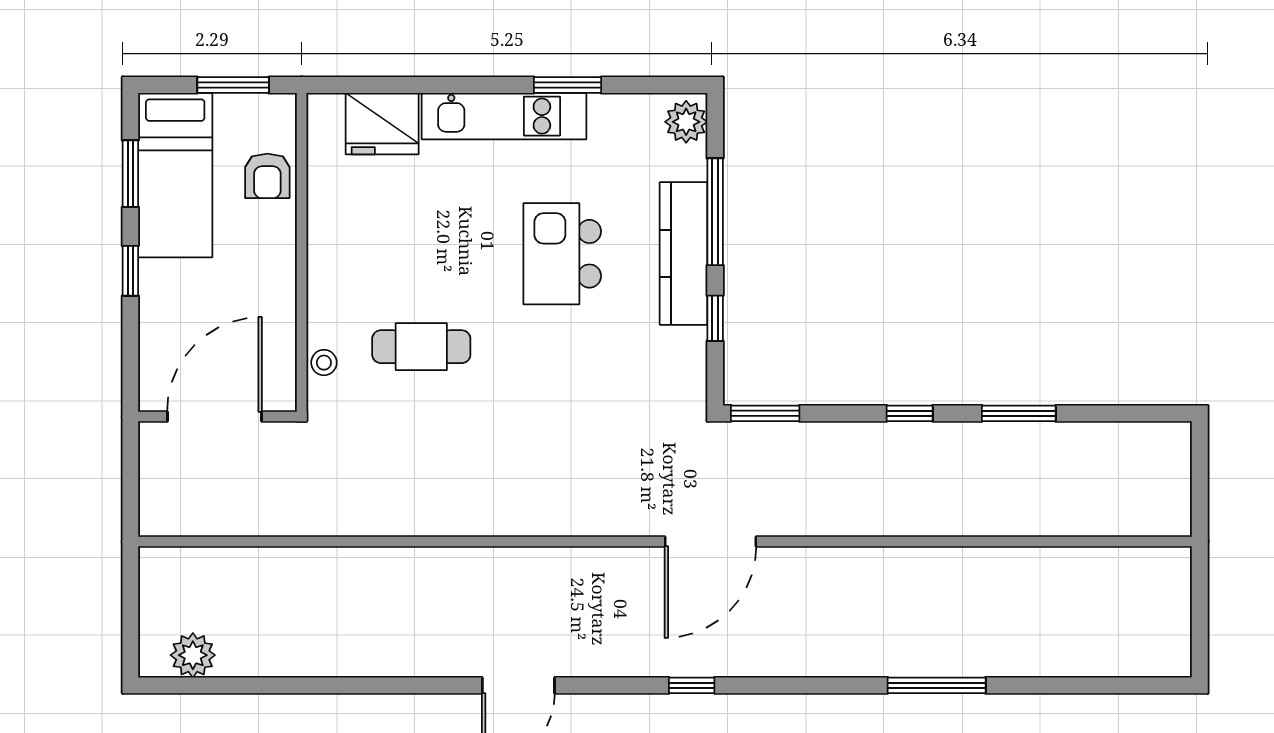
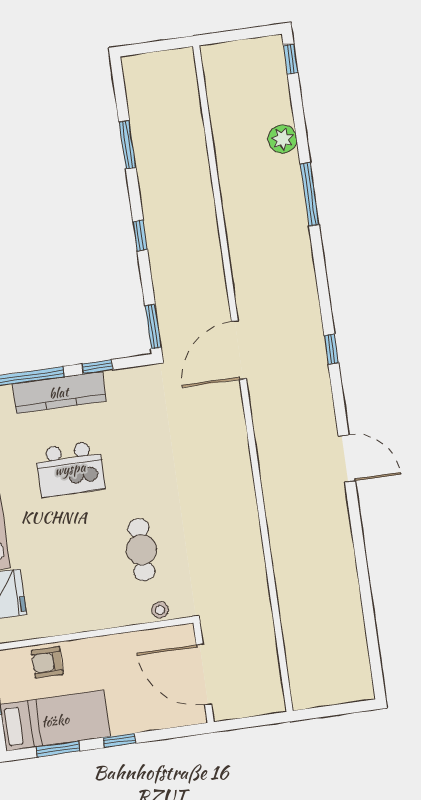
armchair: (267, 176) -> (47, 662), turned 180
window: (1019, 413) -> (127, 145), moved
door: (710, 542) -> (239, 350), swing flipped
plant: (193, 655) -> (282, 139), moved
window: (1150, 685) -> (291, 59), added

